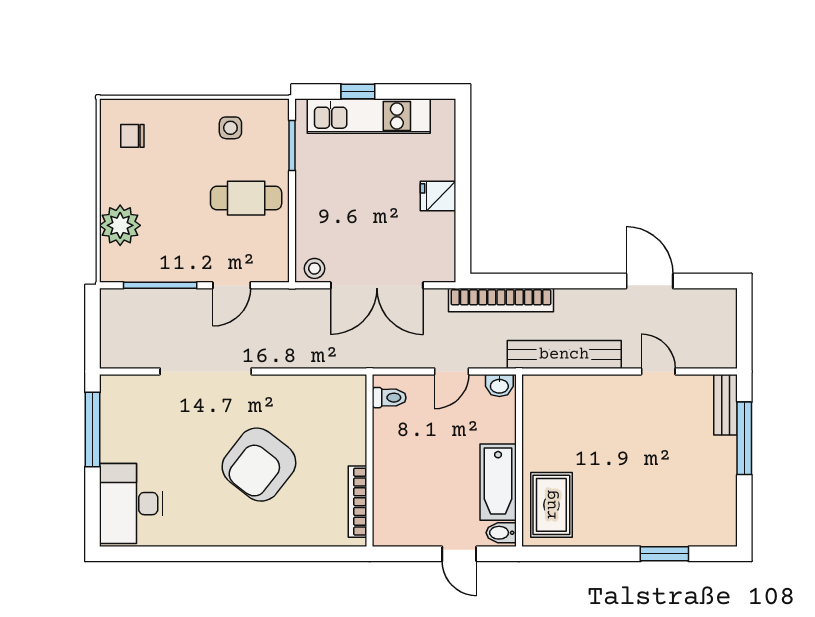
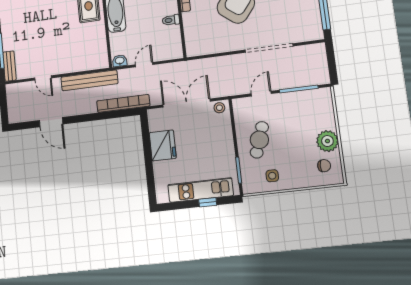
fridge: (438, 196) -> (163, 145), width x1.88, depth x1.34
cafe table: (246, 198) -> (259, 140), turned -71
plant: (120, 225) -> (327, 141), moved
toilet: (389, 398) -> (171, 20), moved

